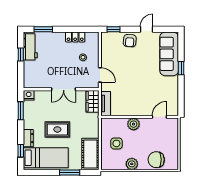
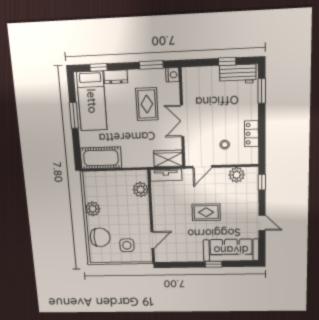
armchair: (130, 41) -> (247, 203), removed
plant: (107, 49) -> (237, 175), added
rug: (137, 73) -> (206, 212), added
door: (159, 117) -> (152, 240), hinge flipped
plant: (134, 124) -> (141, 189), moved
rug: (57, 129) -> (147, 104), moved
side table: (116, 143) -> (127, 245), moved
chair: (156, 160) -> (100, 237), turned 90
window: (70, 173) -> (74, 115), moved

